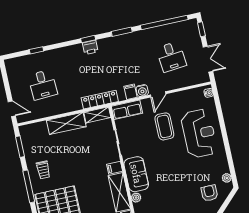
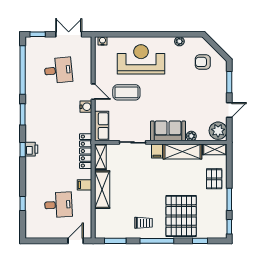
filing cabinet: (130, 92) -> (84, 185), moved
plant: (227, 178) -> (179, 41), moved

